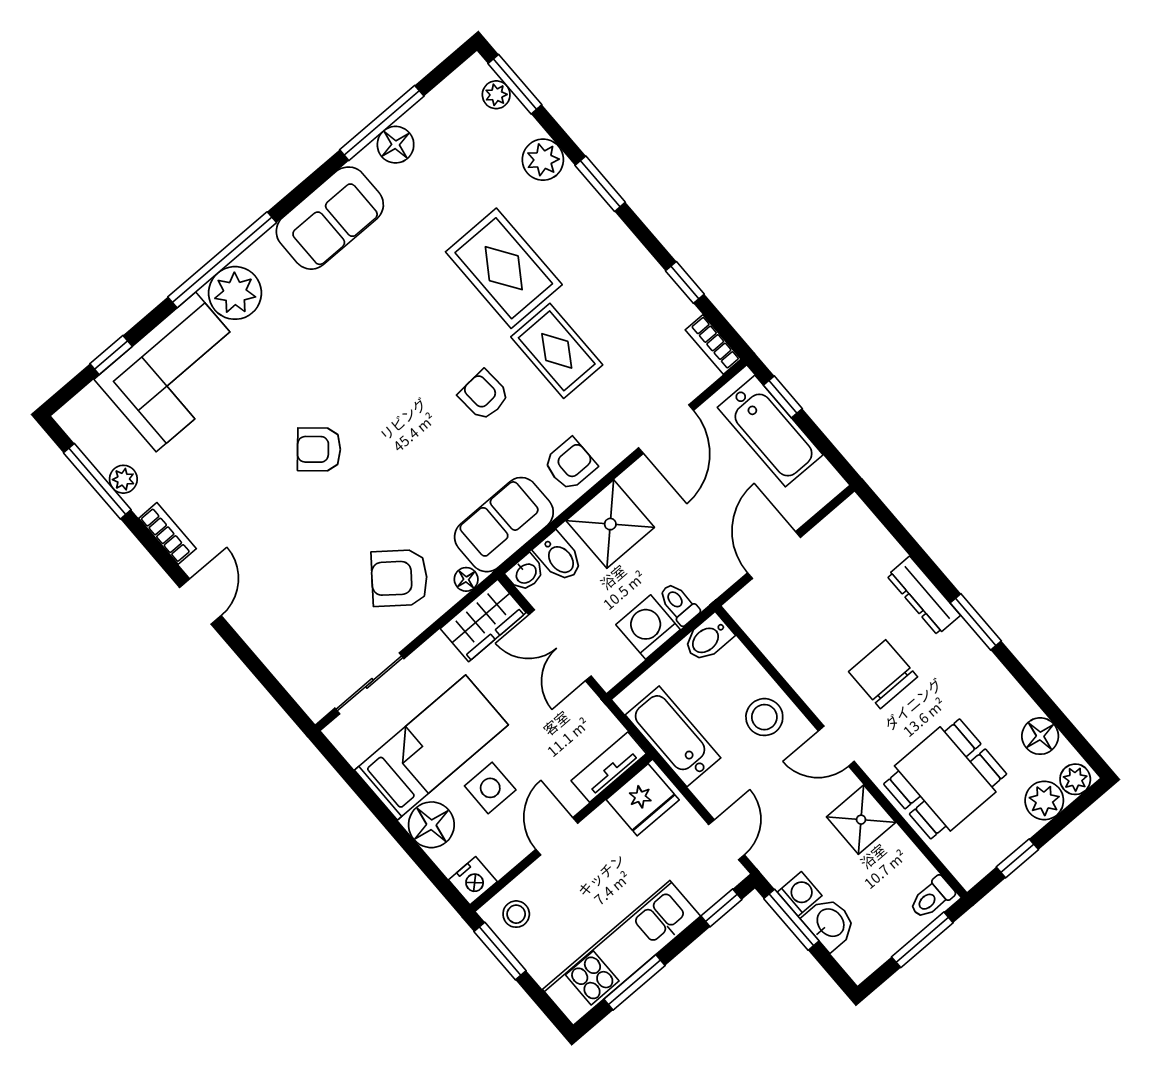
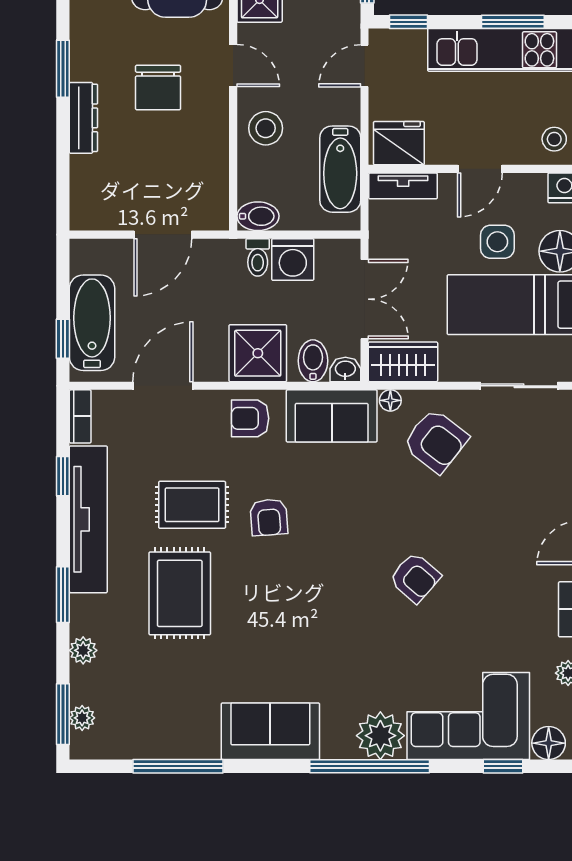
floor lamp: (396, 145) -> (549, 743), moved
plant: (543, 160) -> (83, 650), width x0.73, depth x0.73
tv unit: (633, 265) -> (88, 519), added
rug: (557, 351) -> (192, 505), turned 90

